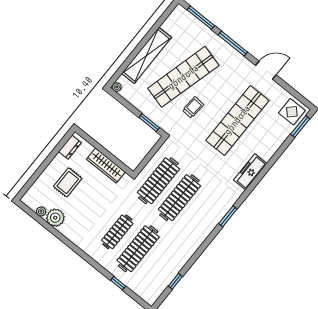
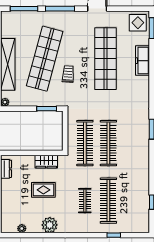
wardrobe: (106, 166) -> (46, 162), width x0.67
freezer: (250, 172) -> (143, 61), moved
rug: (68, 182) -> (43, 190), moved, turned 90
plant: (55, 218) -> (50, 225), moved
clothes rail: (117, 232) -> (85, 201), width x0.73

